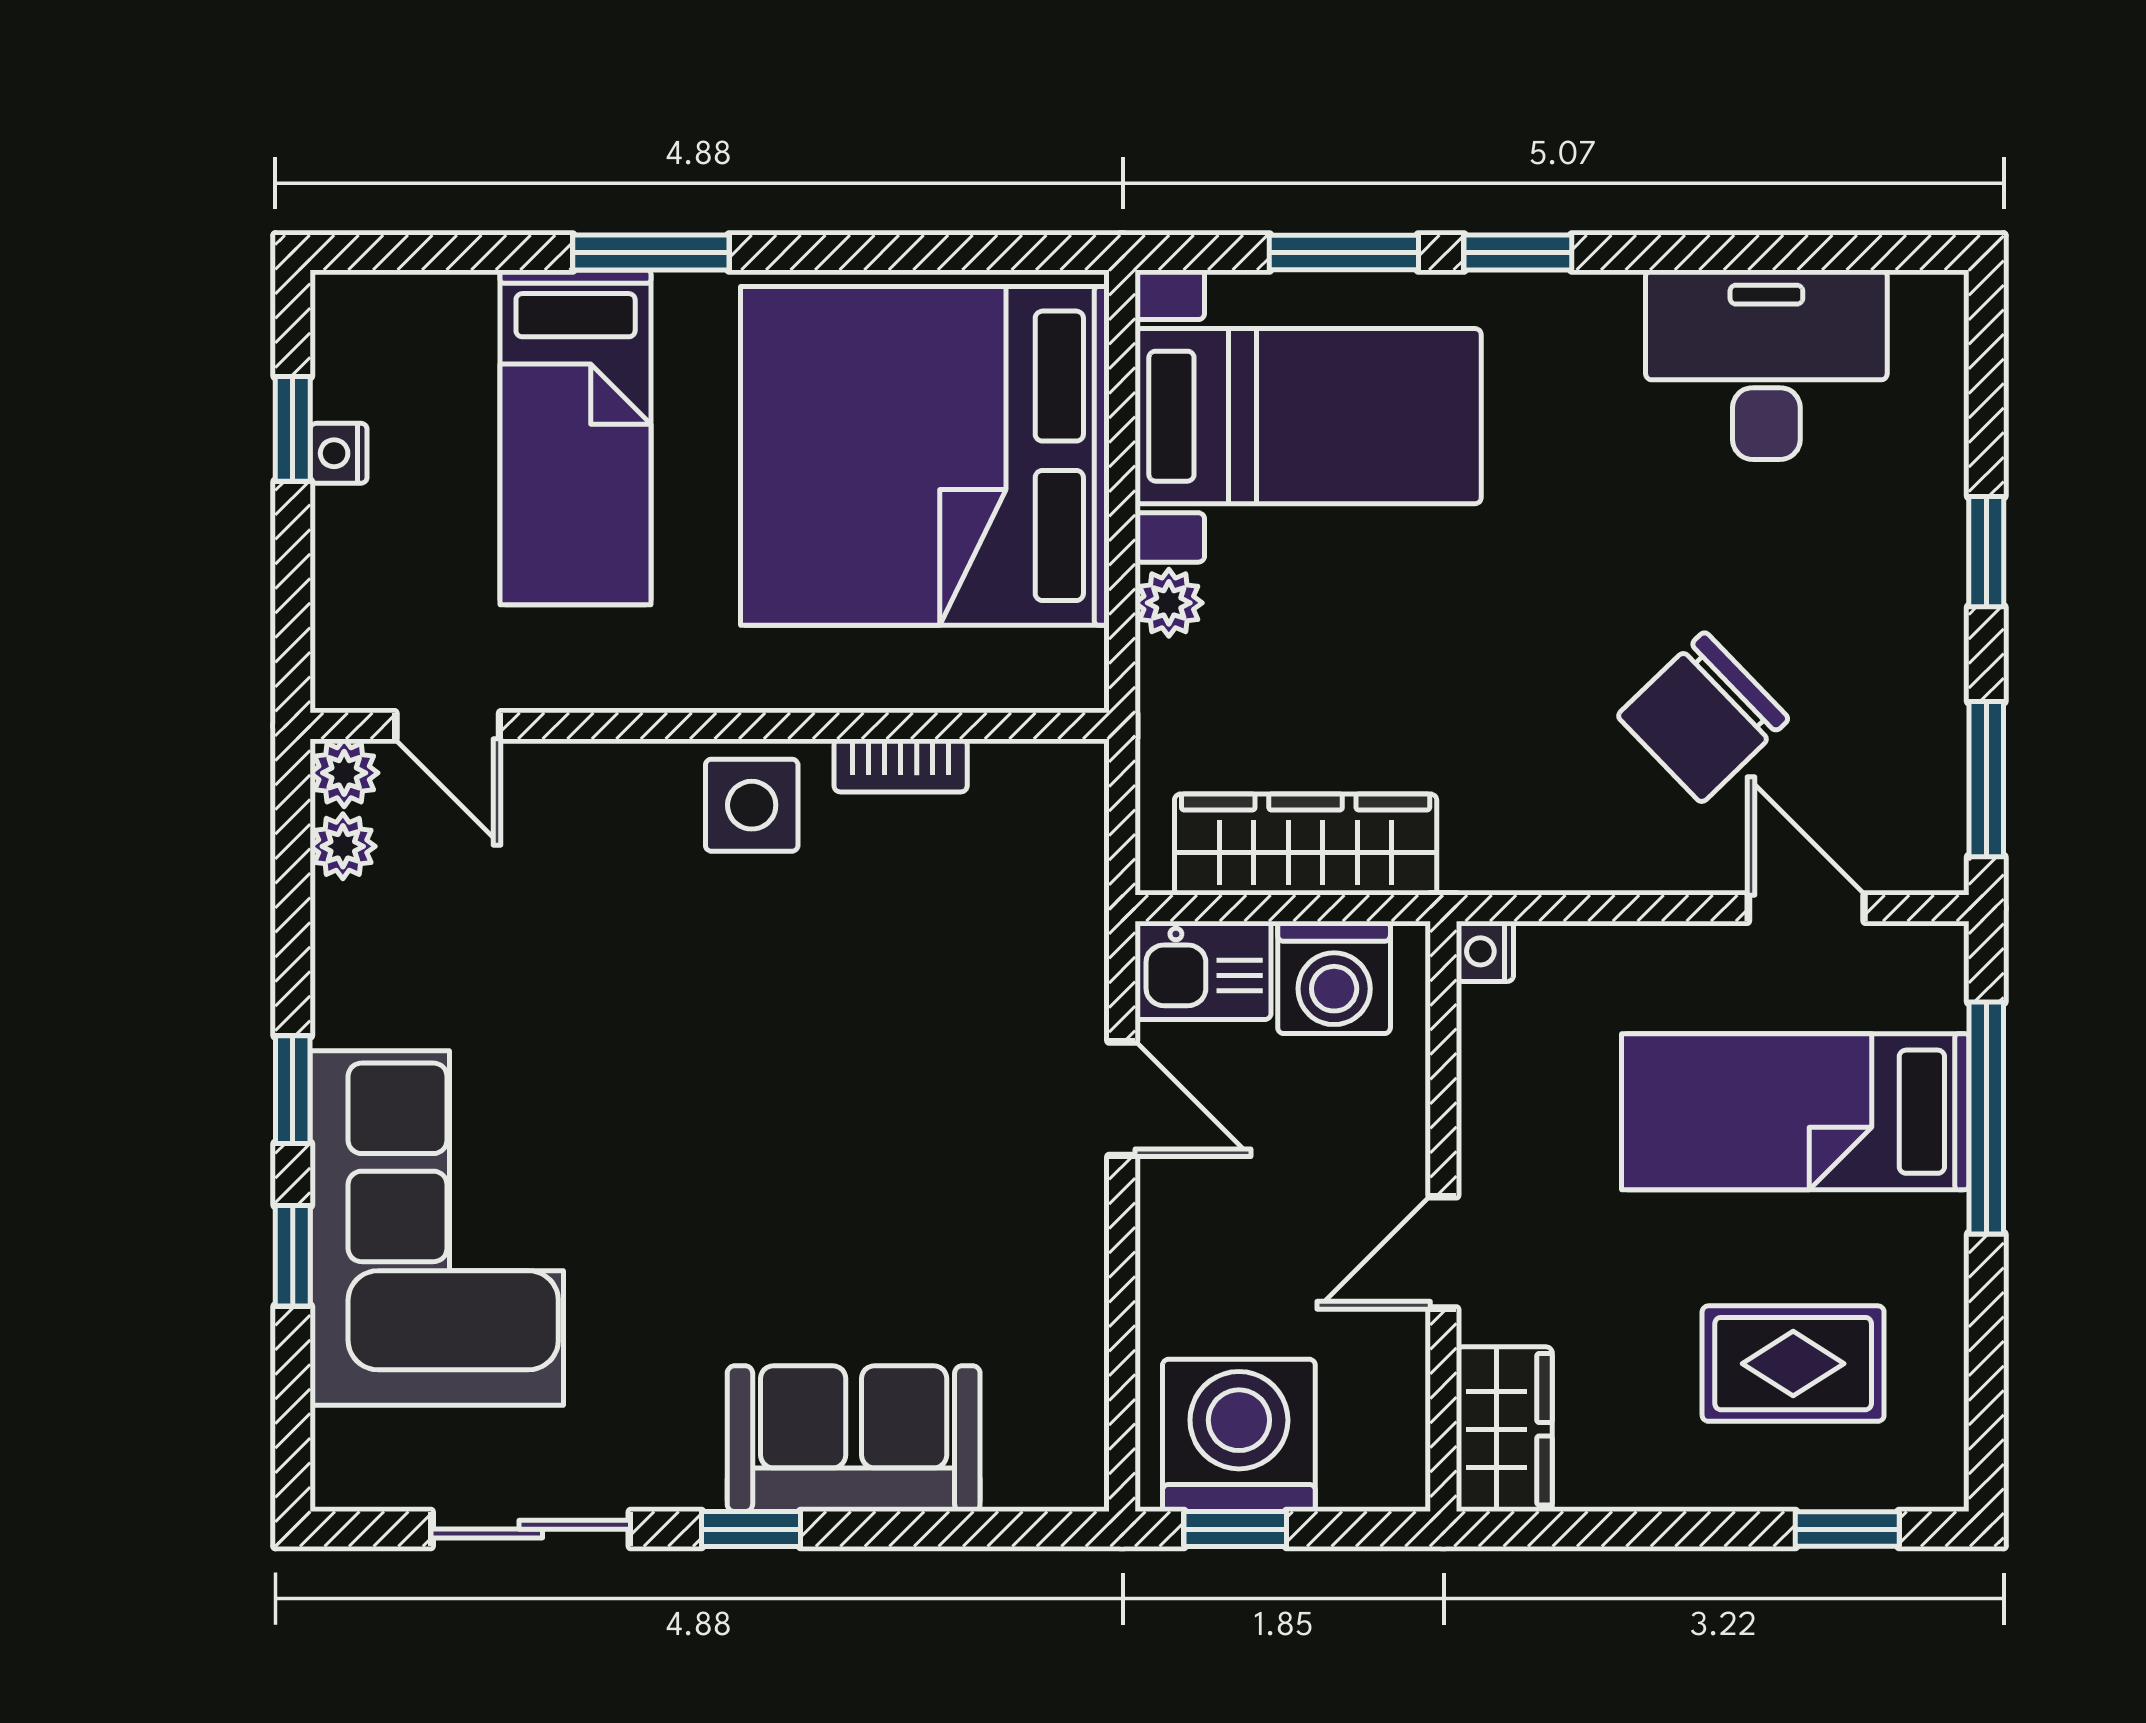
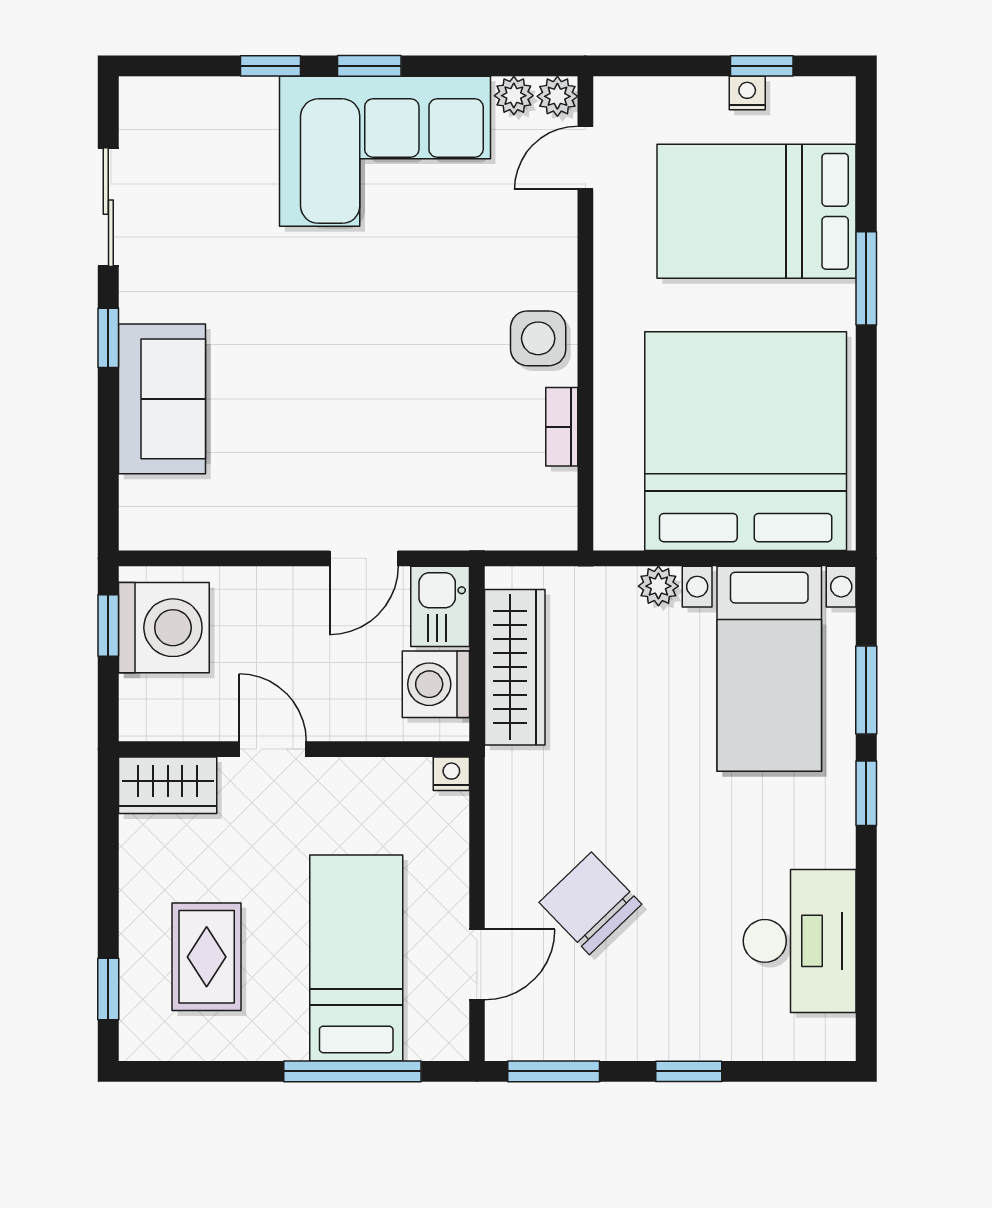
bed: (576, 437) -> (757, 211), width x1.50
corner sofa: (437, 1228) -> (385, 151), moved

